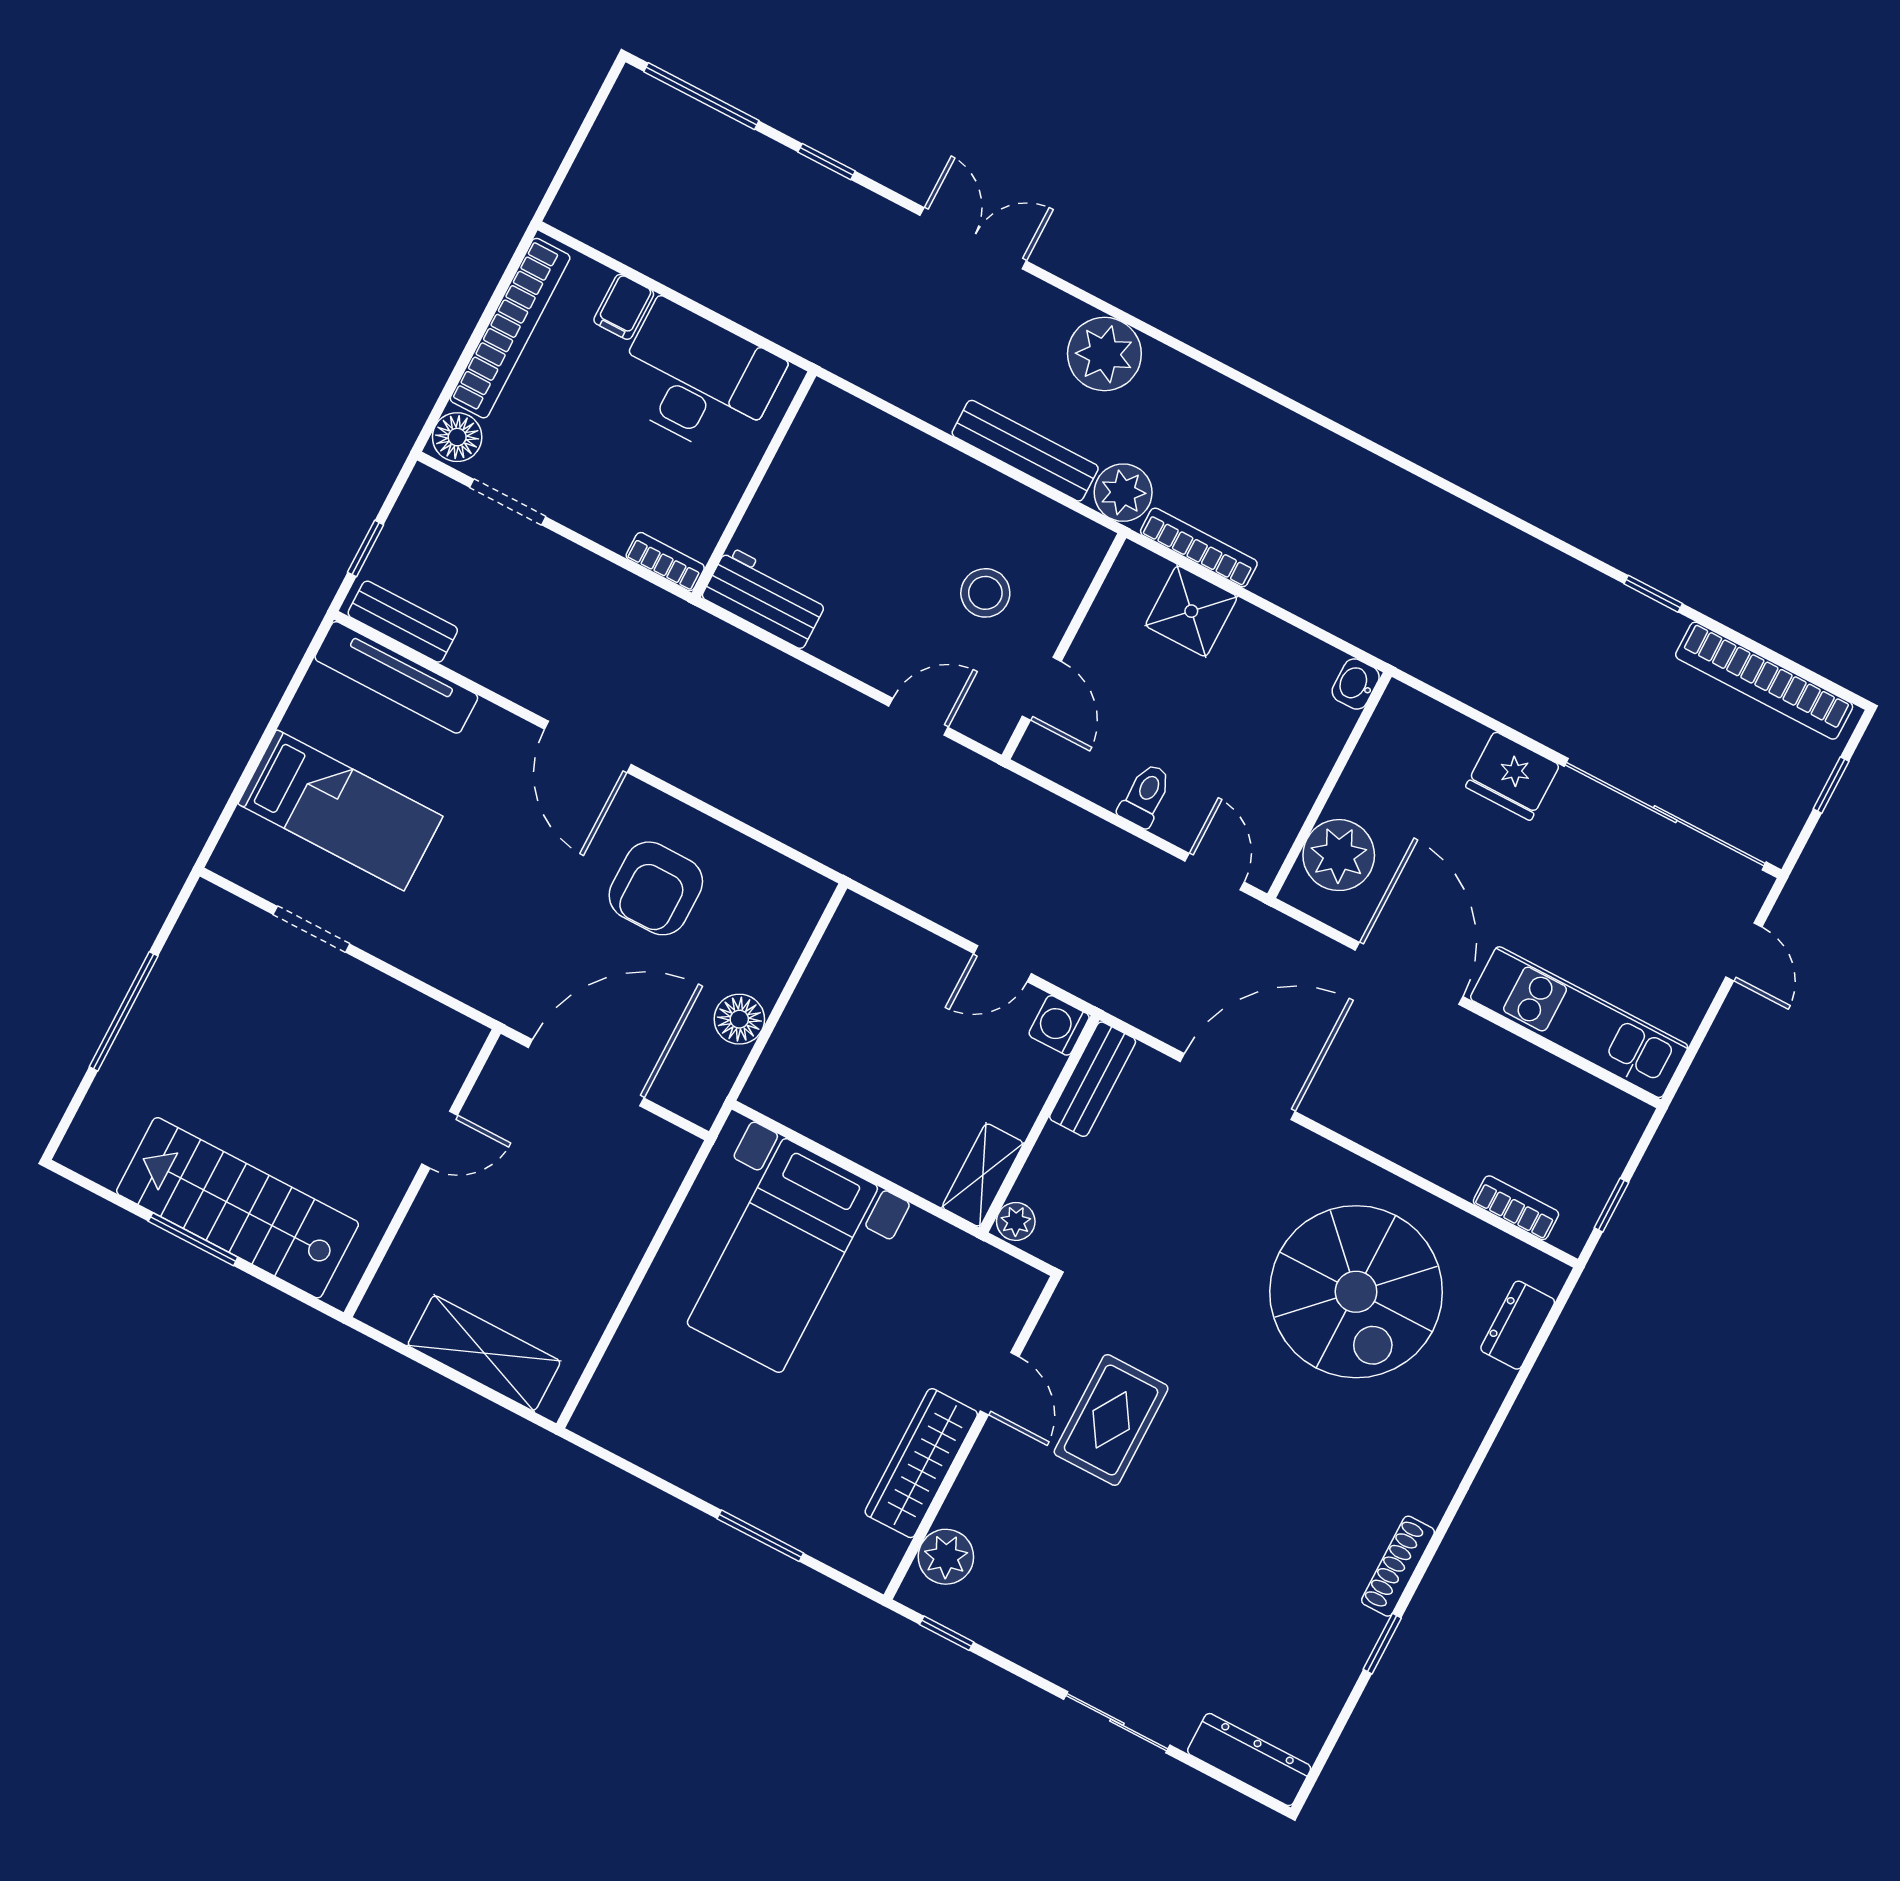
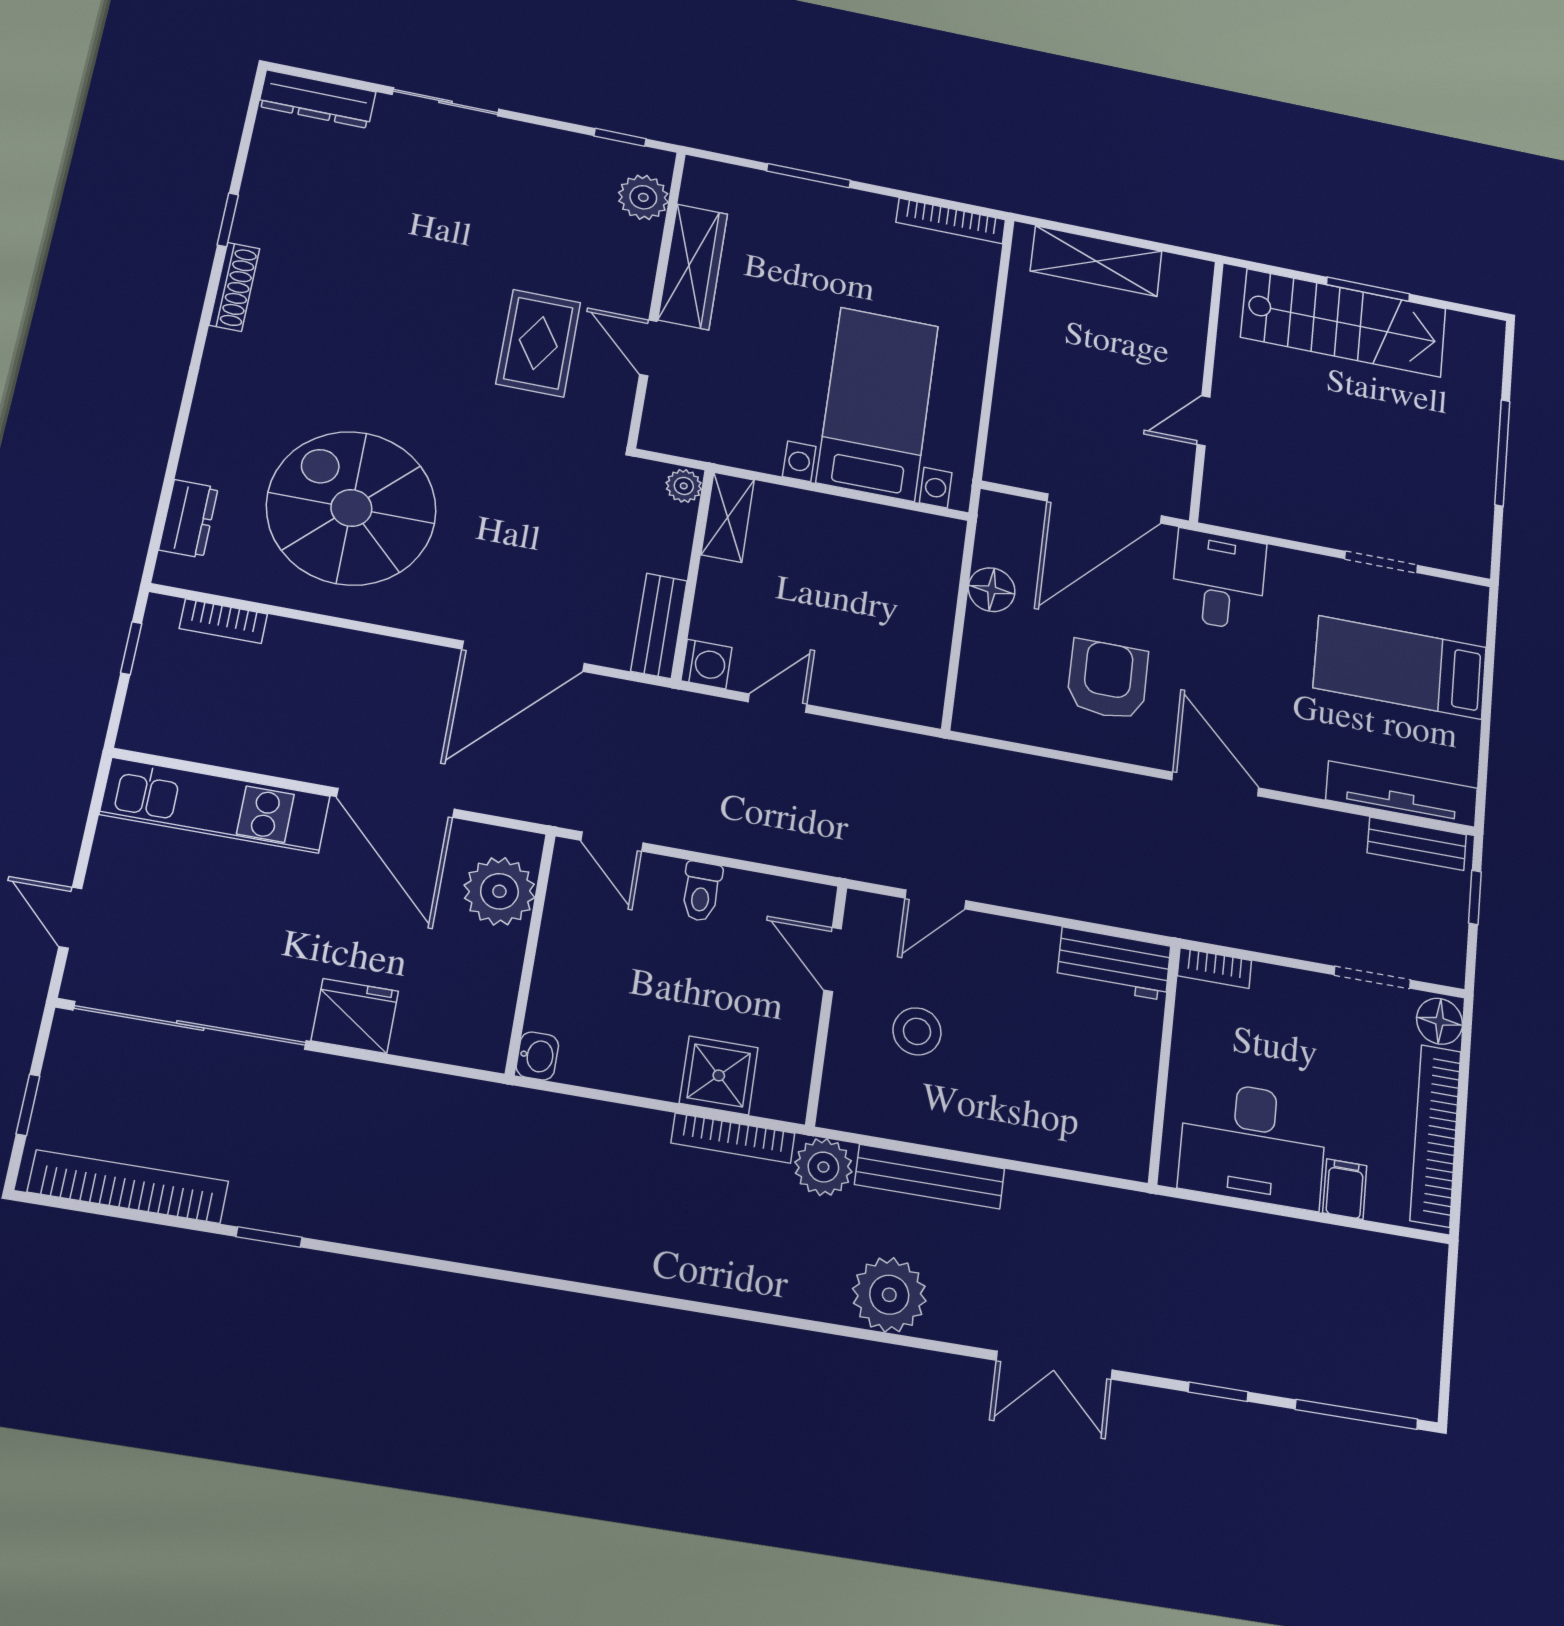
desk: (496, 960) -> (1219, 580), added
bookcase: (625, 1442) -> (951, 221), added

